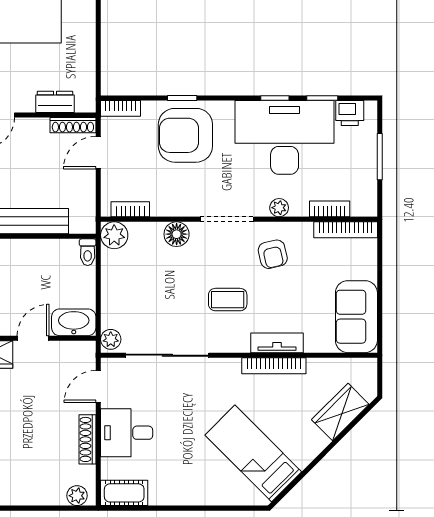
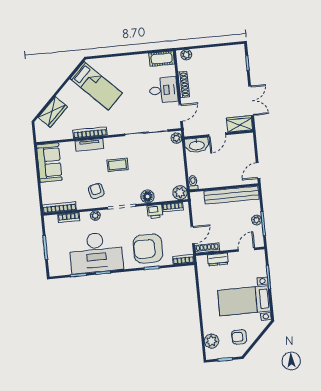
printer: (350, 113) -> (155, 211), moved, turned 180
armchair: (185, 135) -> (148, 249), turned 180

